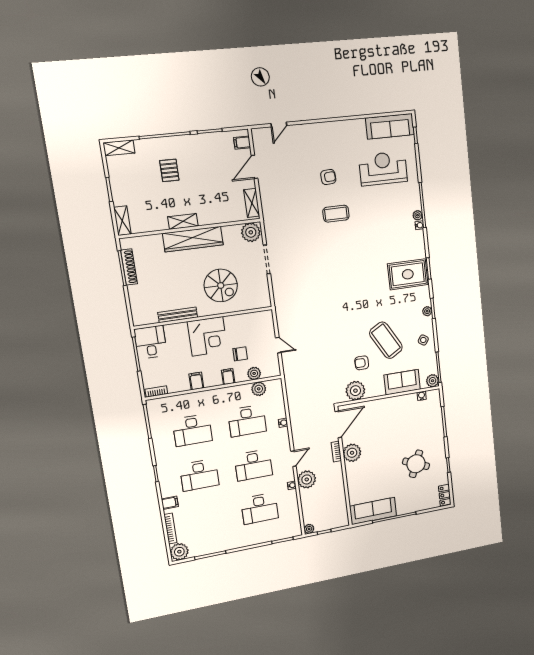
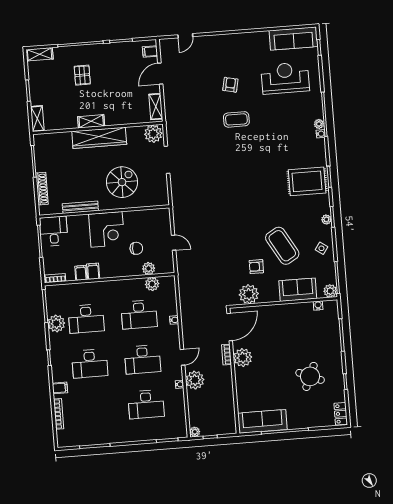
armchair: (328, 177) -> (230, 85), turned -74
shoe rack: (129, 267) -> (42, 189), moved
spiral stairs: (221, 285) -> (122, 182), turned -90
filing cabinet: (228, 377) -> (81, 273), moved
plant: (179, 552) -> (56, 323), moved

